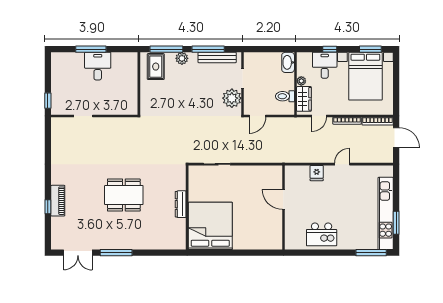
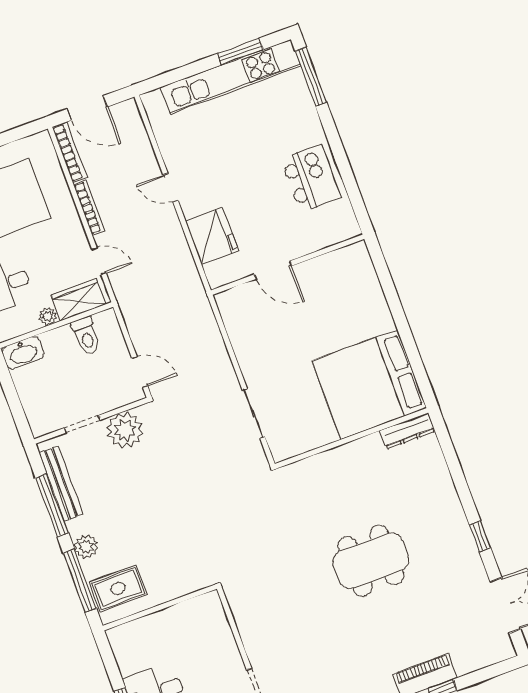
door: (396, 138) -> (87, 108), swing flipped
fridge: (317, 173) -> (212, 236), width x1.88, depth x1.34
dining table: (124, 195) -> (371, 561), turned 90
door: (283, 199) -> (273, 270), hinge flipped
dresser: (181, 204) -> (407, 431), moved
window: (116, 253) -> (480, 536), width x0.46

